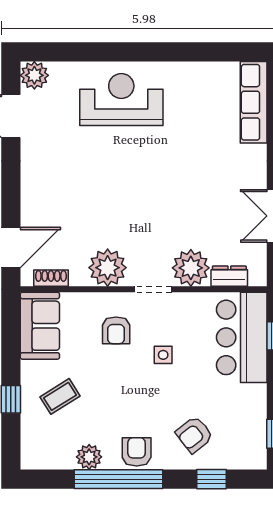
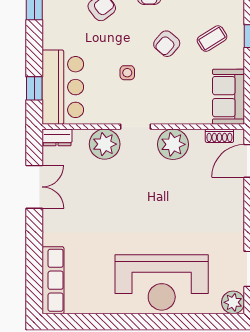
reception desk: (121, 100) -> (162, 282), width x1.36, depth x1.30
dresser: (229, 276) -> (57, 137), moved
armchair: (116, 330) -> (167, 44), moved, turned -139

